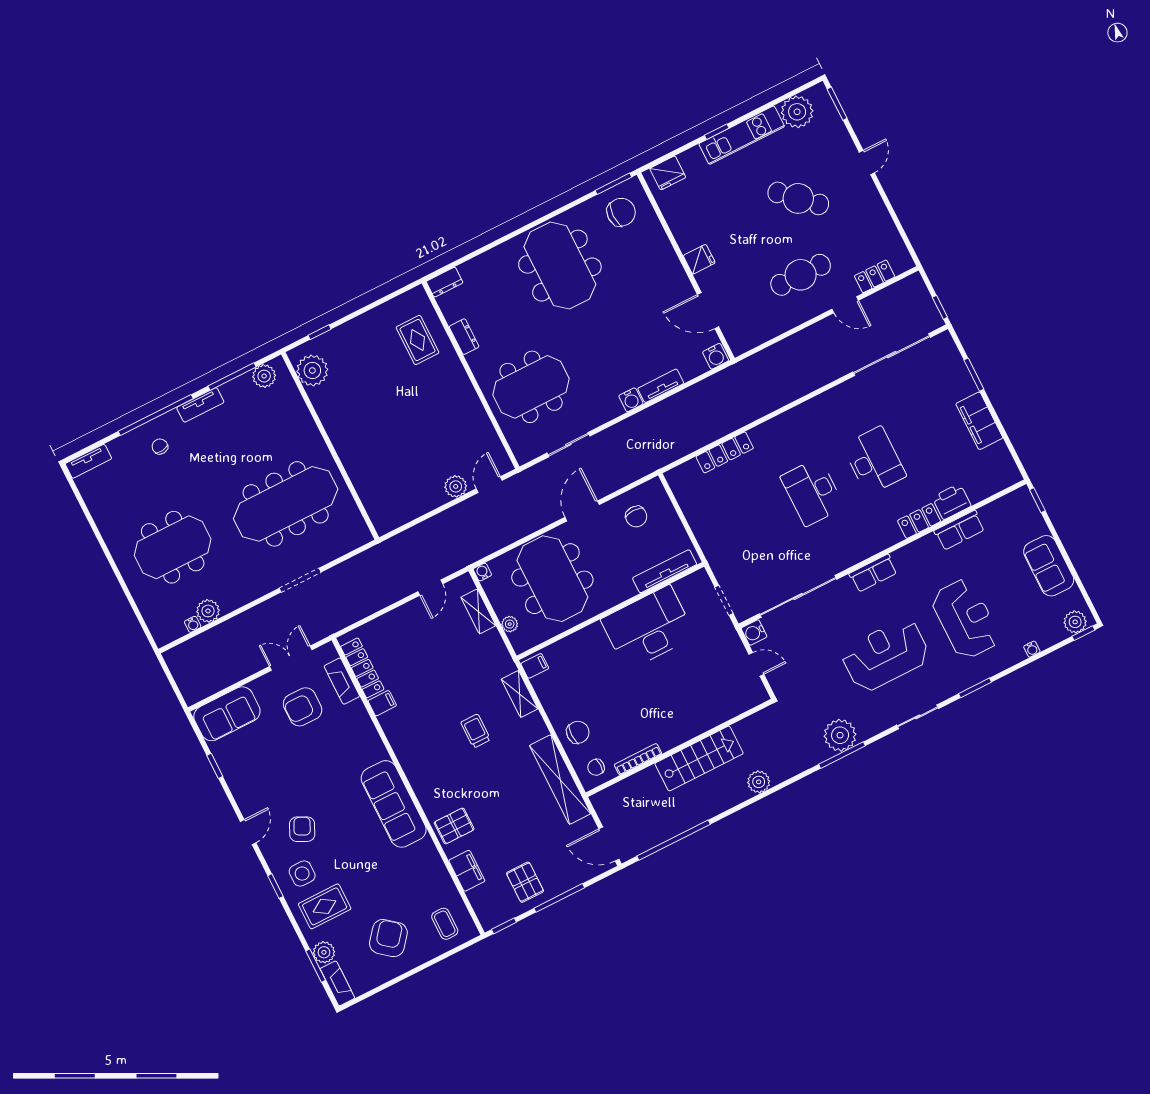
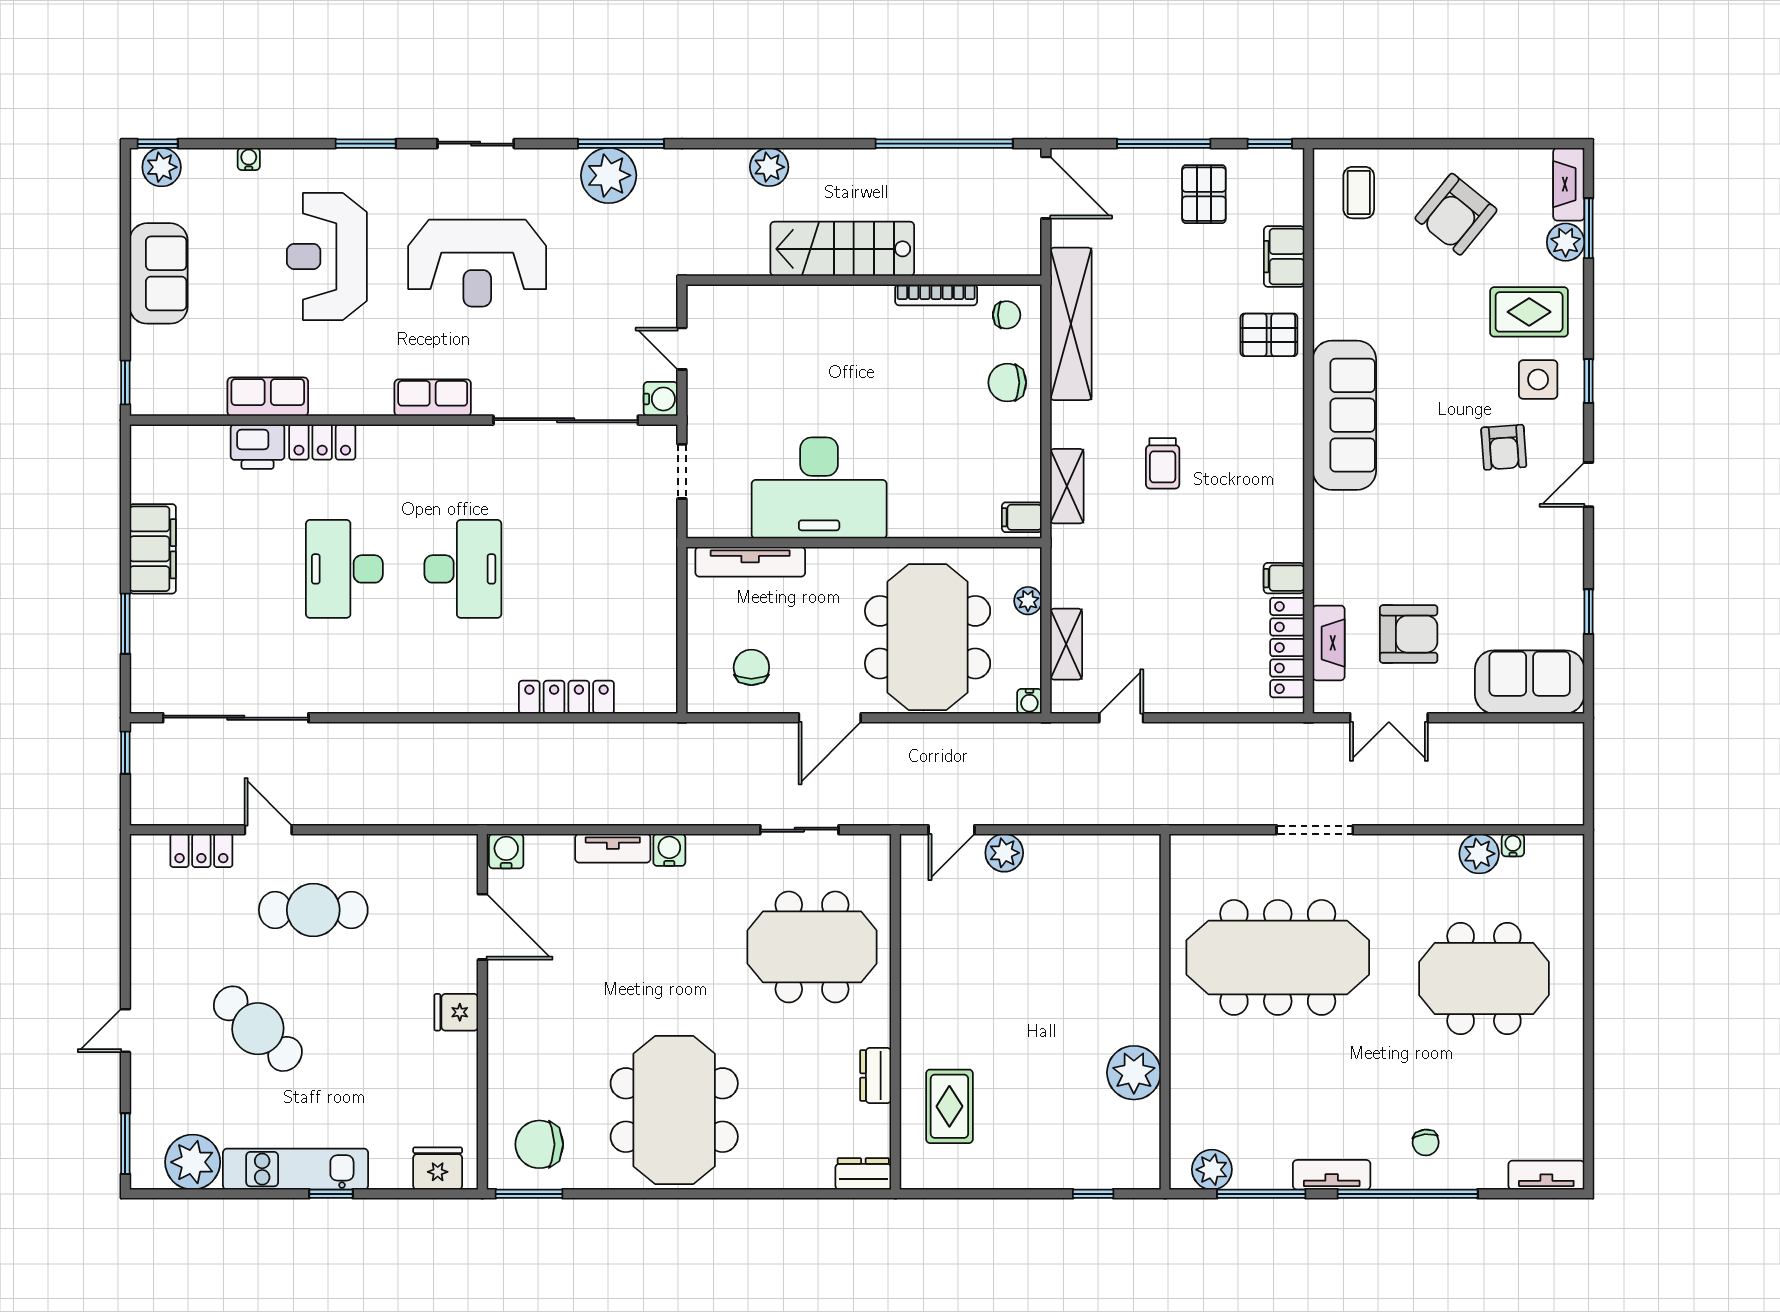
plant: (312, 370) -> (1134, 1073), moved
armchair: (302, 829) -> (1504, 447), turned -30

